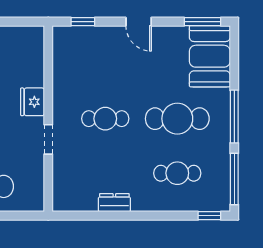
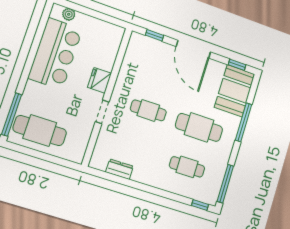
door: (139, 22) -> (193, 49), width x1.87
window: (202, 22) -> (237, 65), width x0.67
window: (234, 117) -> (244, 122), moved
dresser: (114, 203) -> (119, 169), moved

